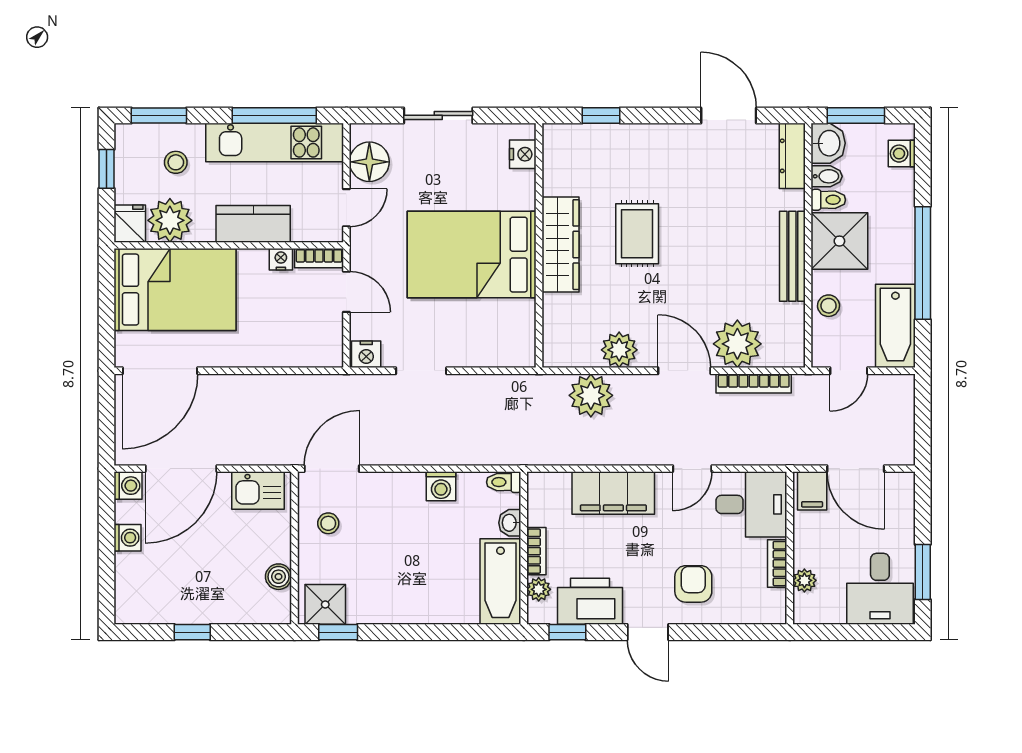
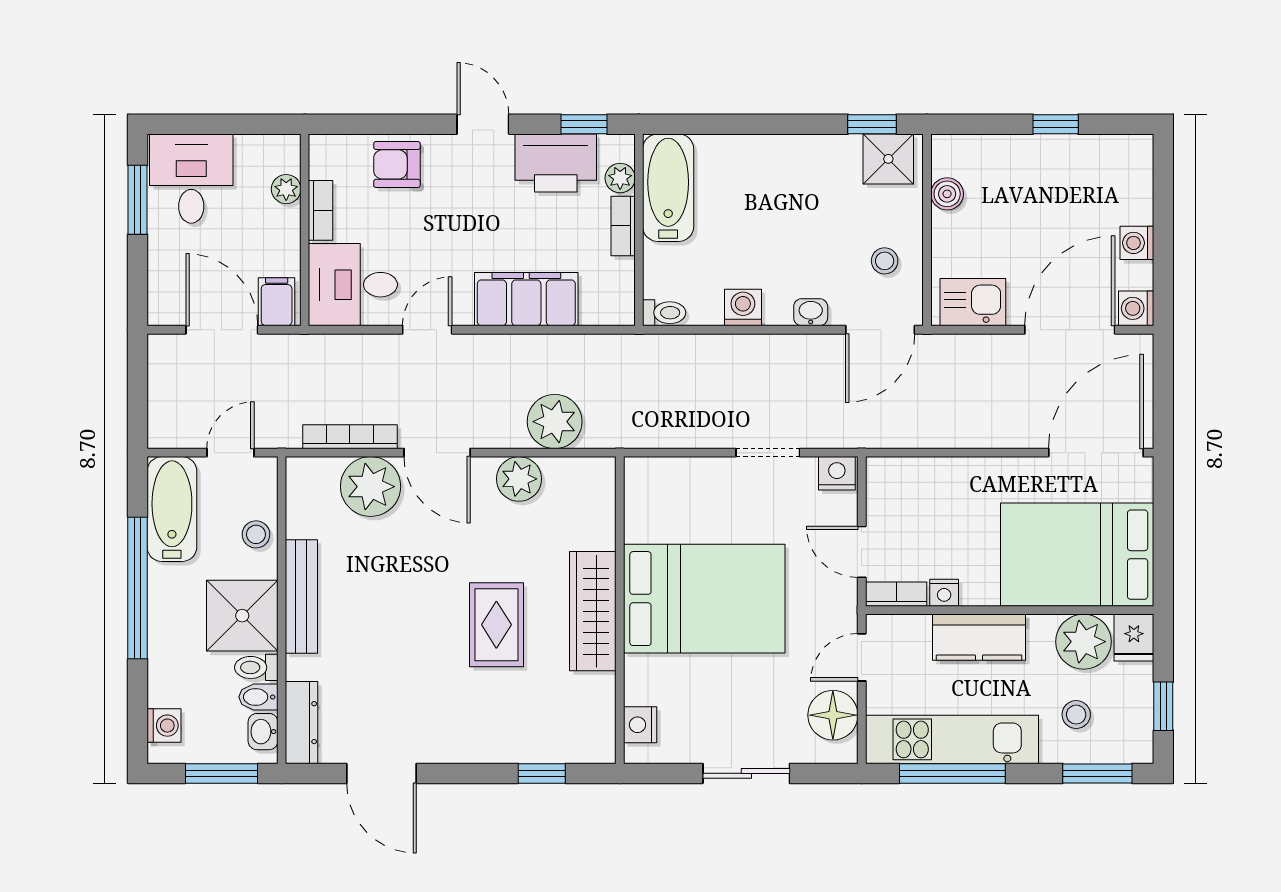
washbasin: (828, 143) -> (263, 732), width x0.72, depth x0.69
washbasin: (510, 523) -> (811, 312), moved, turned -90
armchair: (693, 584) -> (397, 164), moved, turned 90

